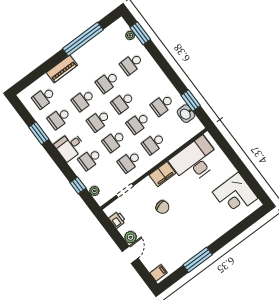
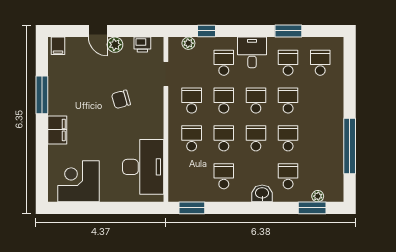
piano: (62, 69) -> (335, 103), removed
window: (191, 100) -> (192, 208), moved
washbasin: (186, 114) -> (262, 193), moved
filing cabinet: (162, 174) -> (57, 130), moved, turned 180

